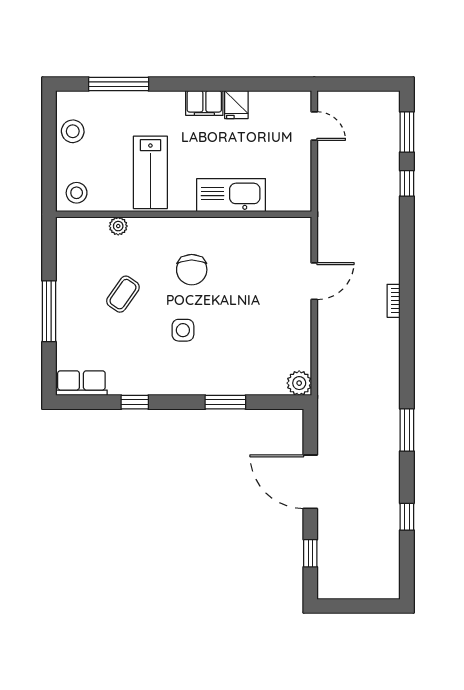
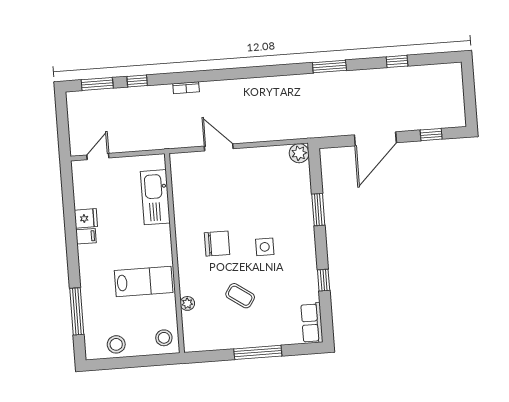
filing cabinet: (204, 103) -> (86, 236), width x0.50
kitchen sink: (231, 195) -> (155, 197), moved
bookcase: (394, 301) -> (186, 88), moved

